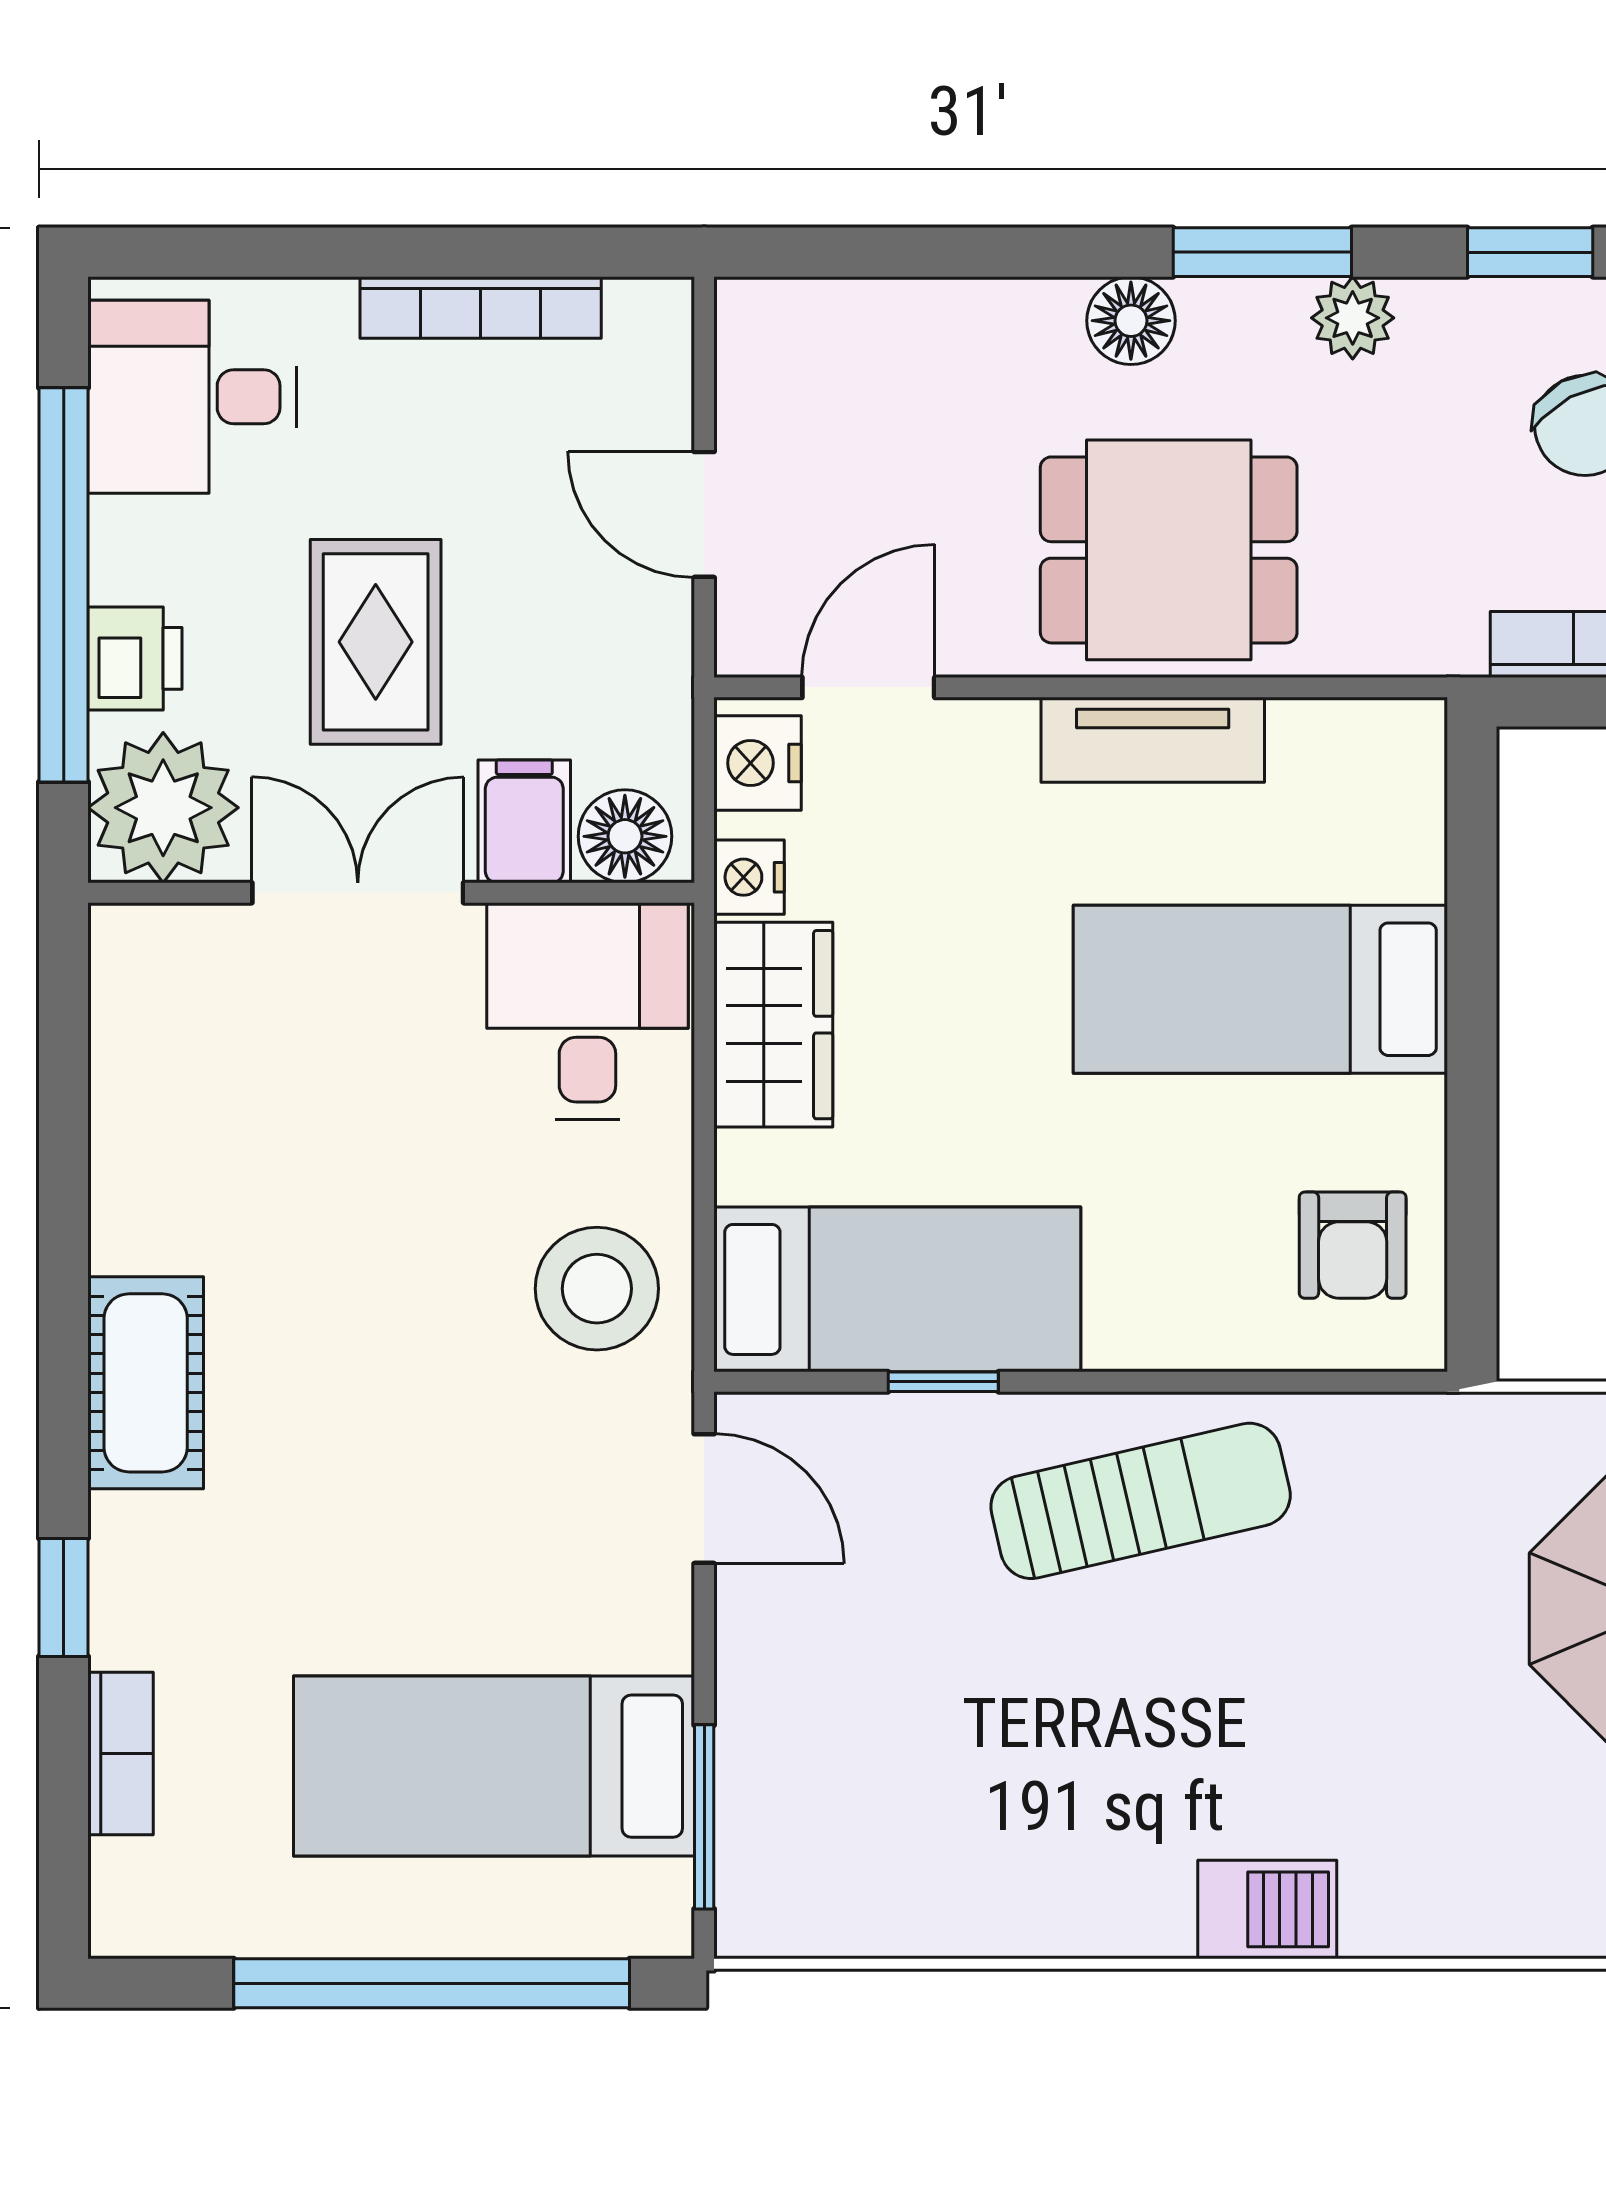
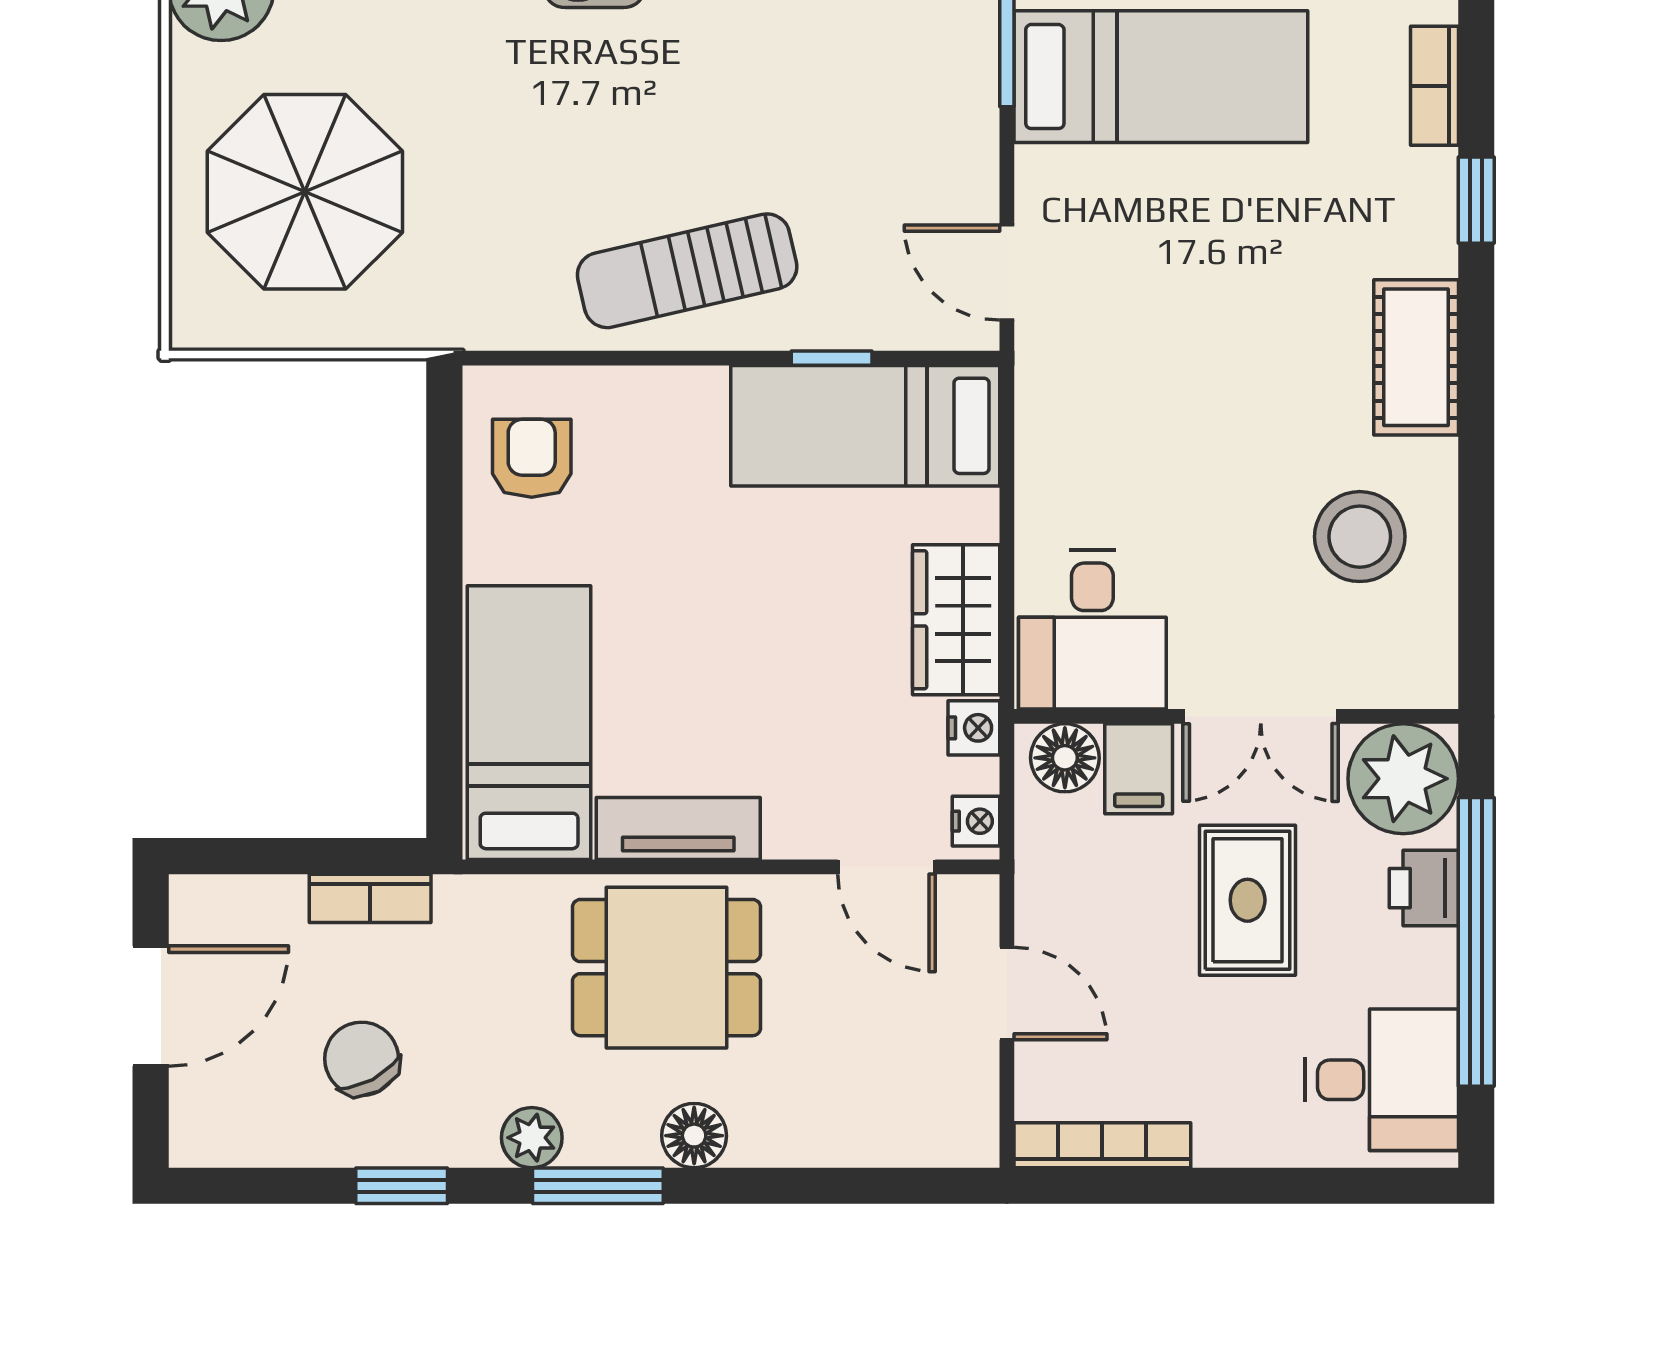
bookcase: (481, 307) -> (1102, 1145), moved
door: (868, 687) -> (887, 867), hinge flipped
nightstand: (758, 763) -> (976, 821), width x0.72, depth x0.74
bed: (1260, 989) -> (529, 723), moved, turned -90
stool: (597, 1289) -> (1360, 537), moved

